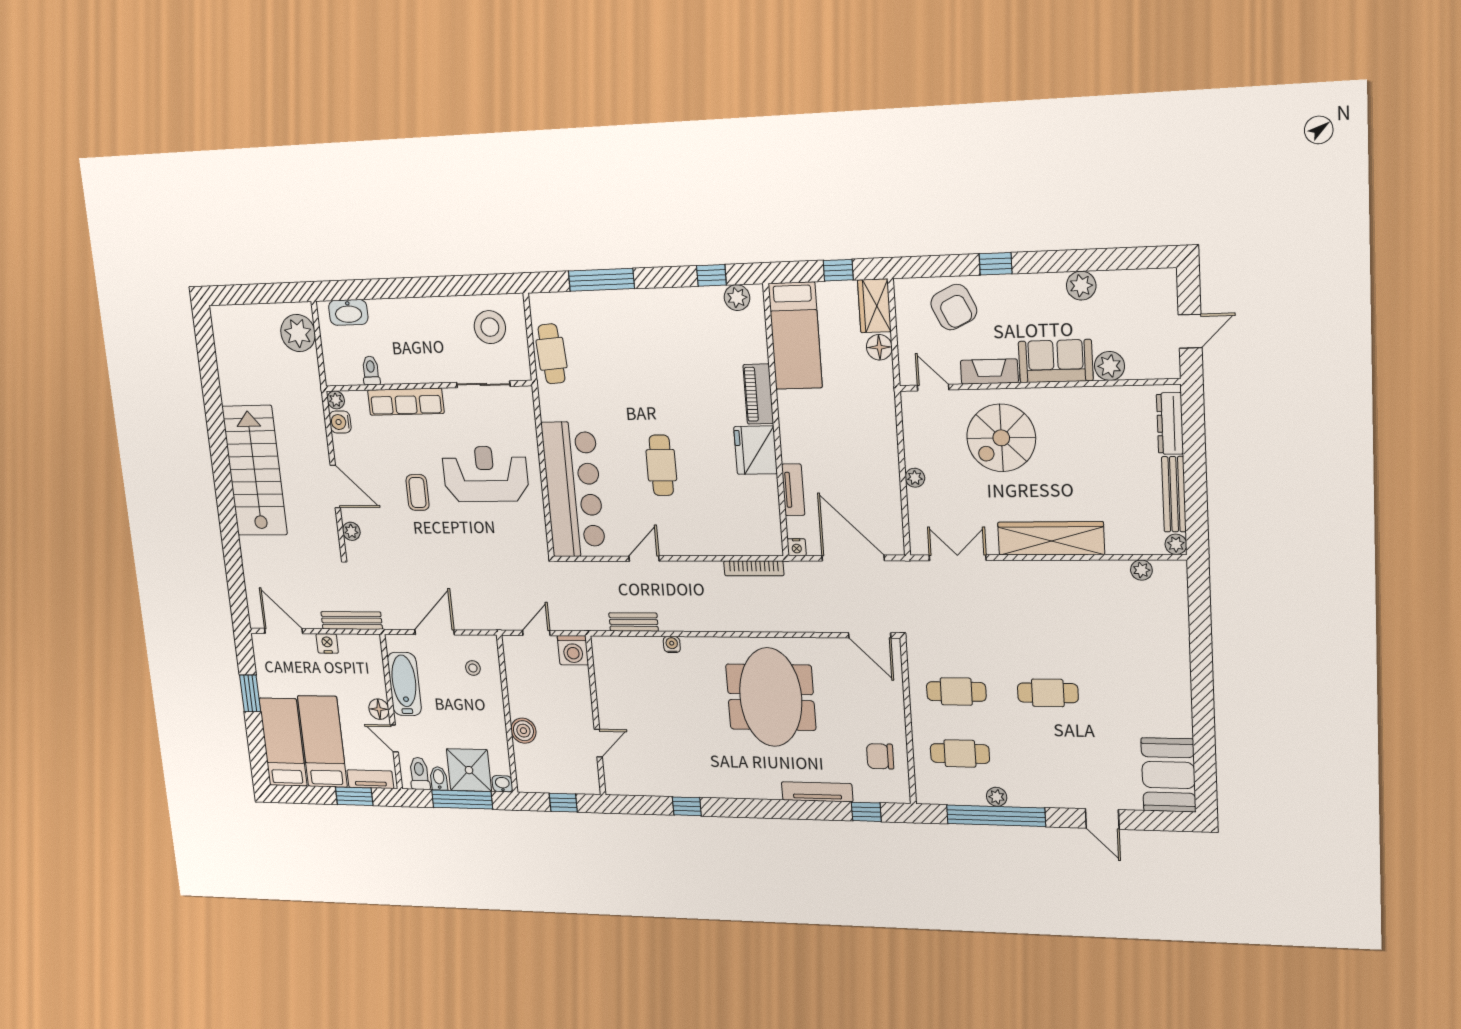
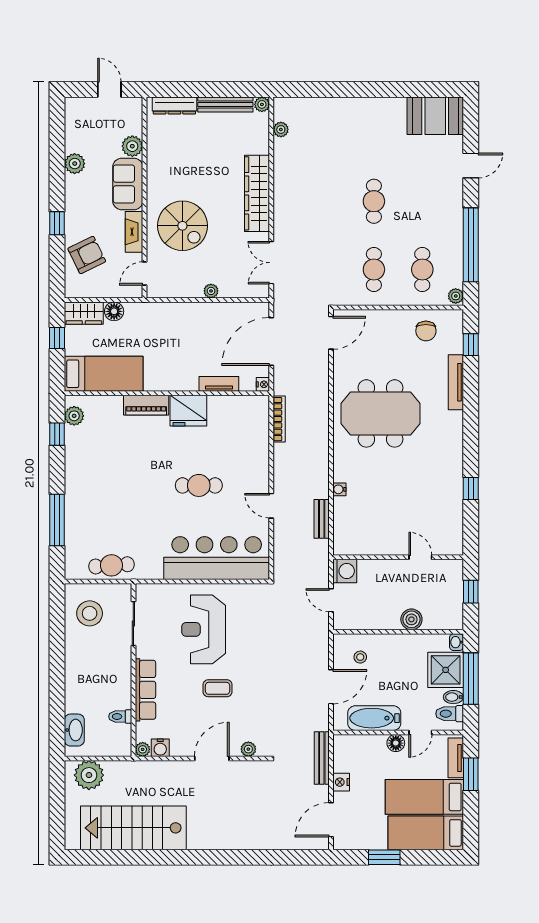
stairs: (255, 471) -> (133, 828), moved
door: (435, 632) -> (331, 687), swing flipped
plant: (997, 797) -> (456, 296), moved

